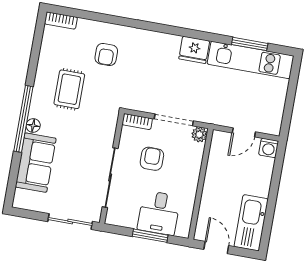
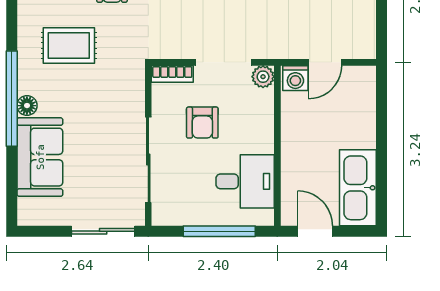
rug: (69, 89) -> (69, 46), turned 90
washing machine: (269, 148) -> (295, 78), moved
armchair: (152, 159) -> (202, 123), turned 180
desk: (159, 213) -> (245, 181), moved, turned -90
window: (150, 236) -> (219, 231), width x1.44

